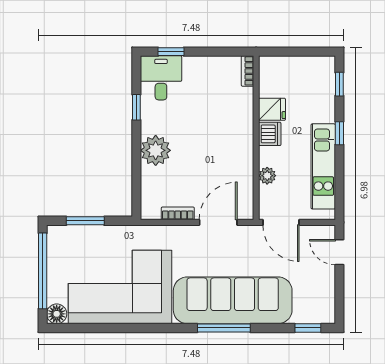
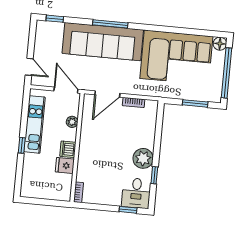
window: (339, 84) -> (19, 178), removed
plant: (156, 150) -> (143, 158), moved

